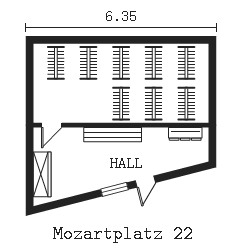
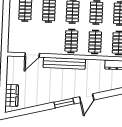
door: (52, 125) -> (32, 55), moved
wardrobe: (42, 174) -> (12, 95), width x0.67

